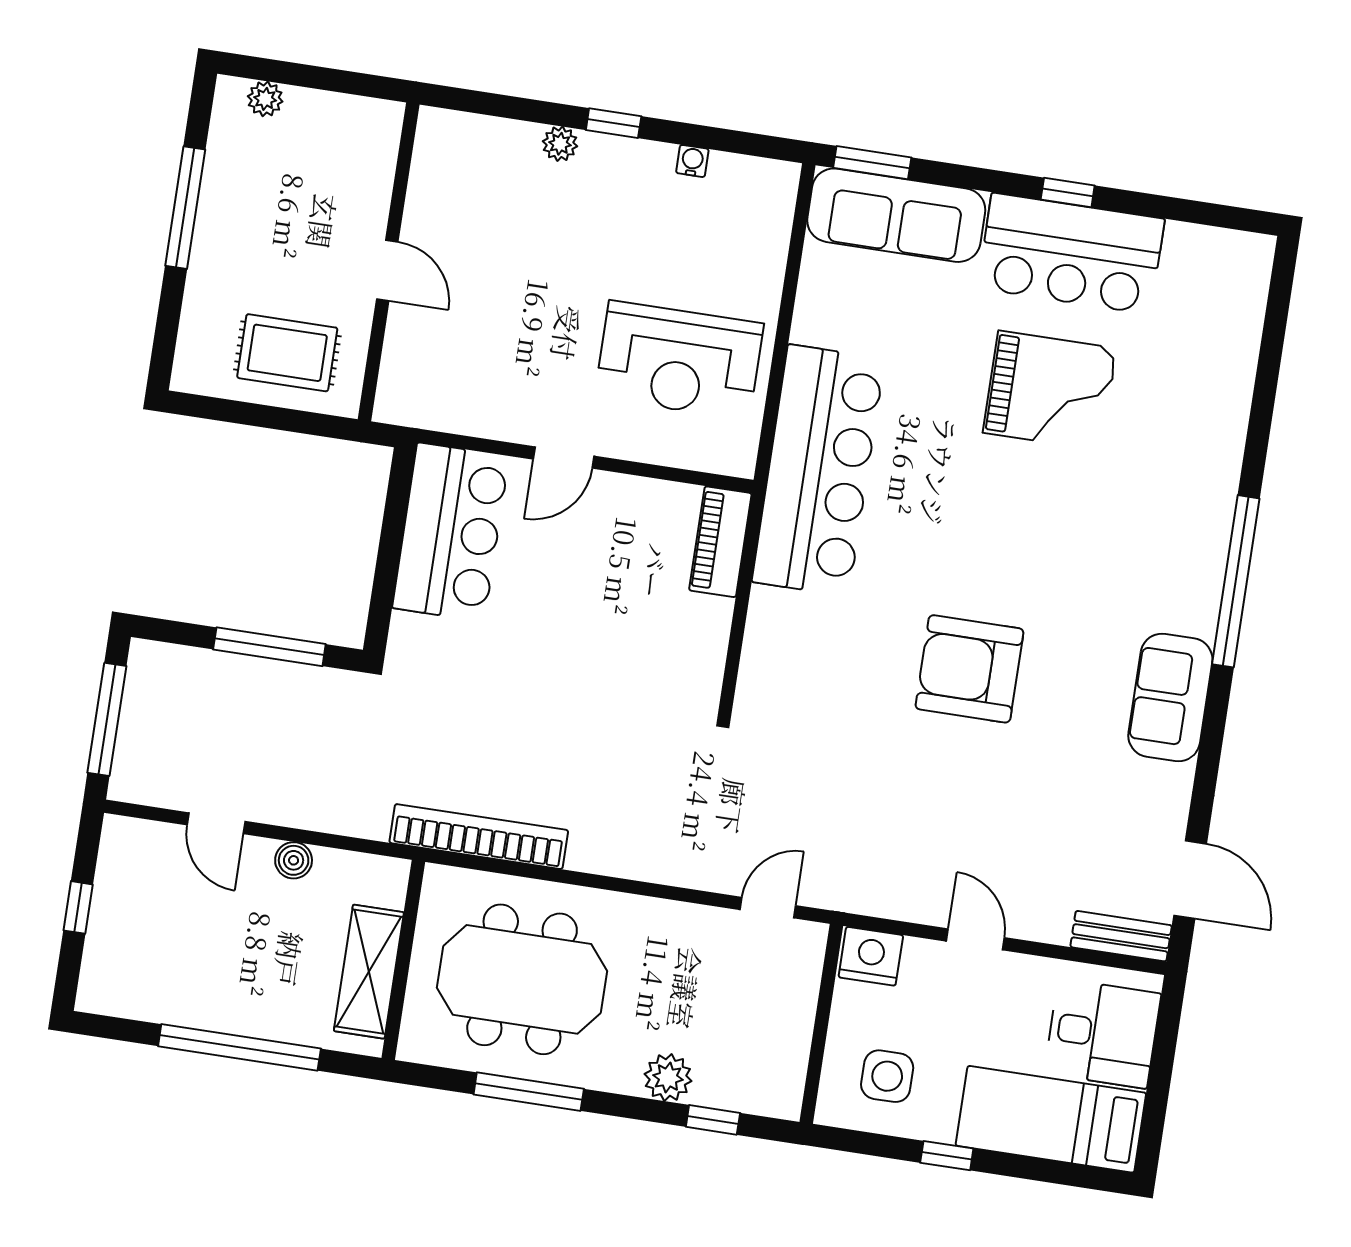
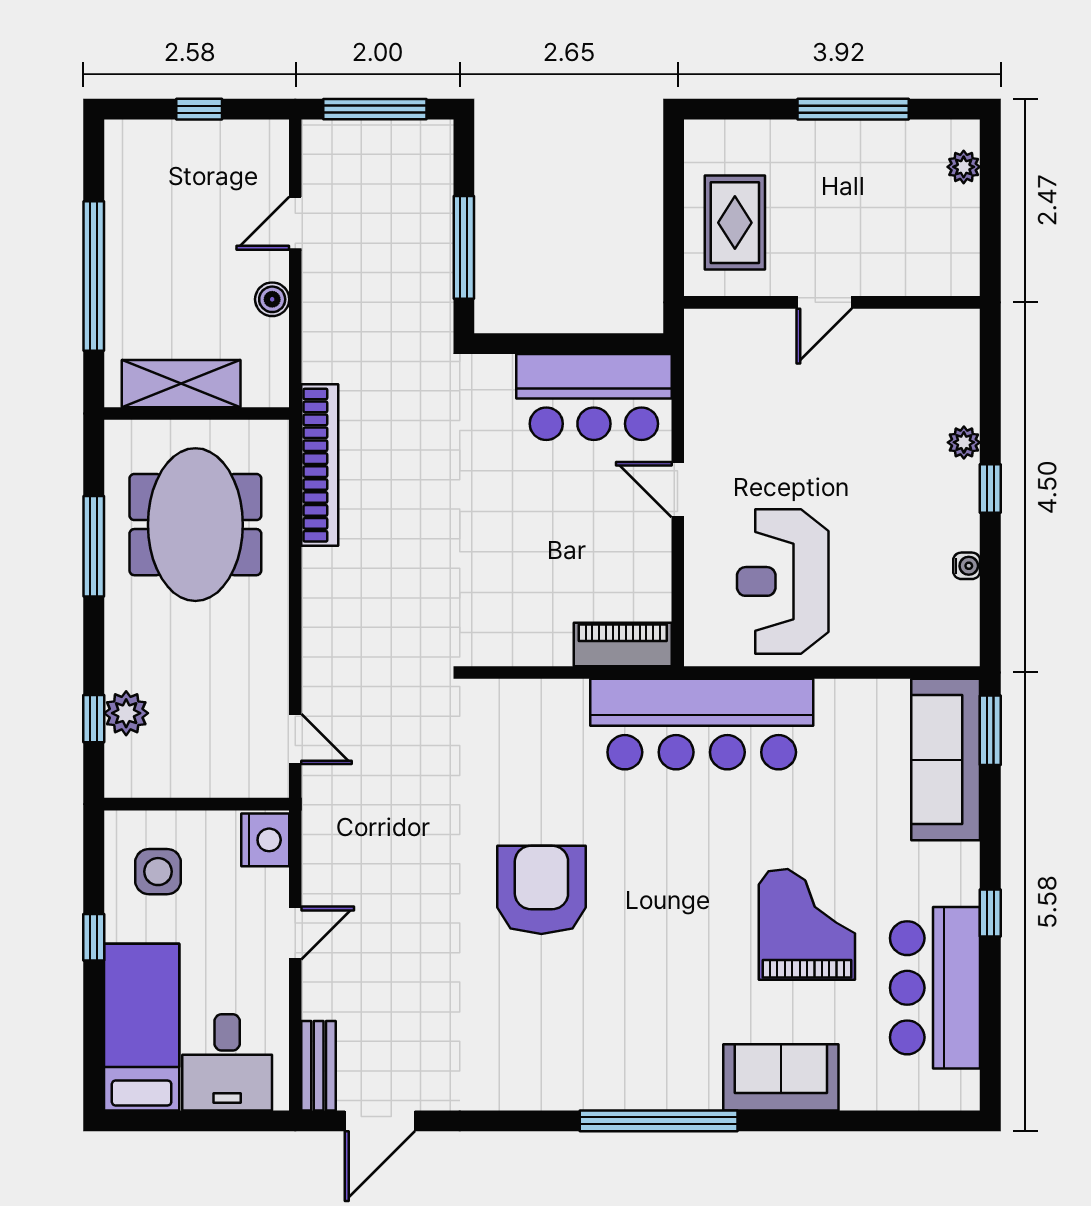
bar counter: (1071, 254) -> (935, 988), moved
grand piano: (1050, 391) -> (807, 924), turned 180
sofa: (1170, 697) -> (781, 1077), moved
plant: (668, 1078) -> (126, 713), moved

